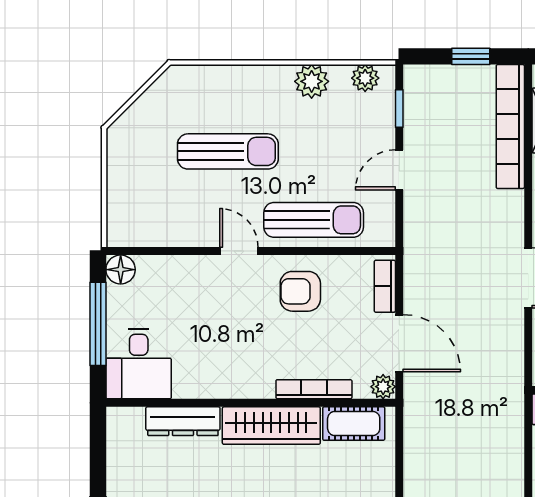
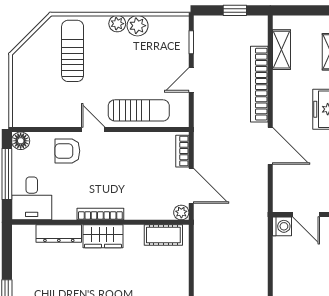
plant: (365, 78) -> (117, 24), moved
bookcase: (510, 127) -> (259, 84), moved
sun lounger: (228, 151) -> (73, 51), moved, turned -90
armchair: (300, 291) -> (67, 151), moved
bookcase: (314, 389) -> (100, 214), moved
wardrobe: (271, 426) -> (103, 236), width x0.67

